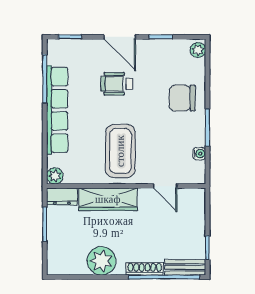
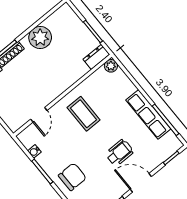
row of seats: (57, 110) -> (148, 114), width x0.73
coffee table: (120, 151) -> (84, 114), width x0.73, depth x0.76
door: (165, 186) -> (39, 115), swing flipped
wardrobe: (108, 199) -> (67, 78), removed

